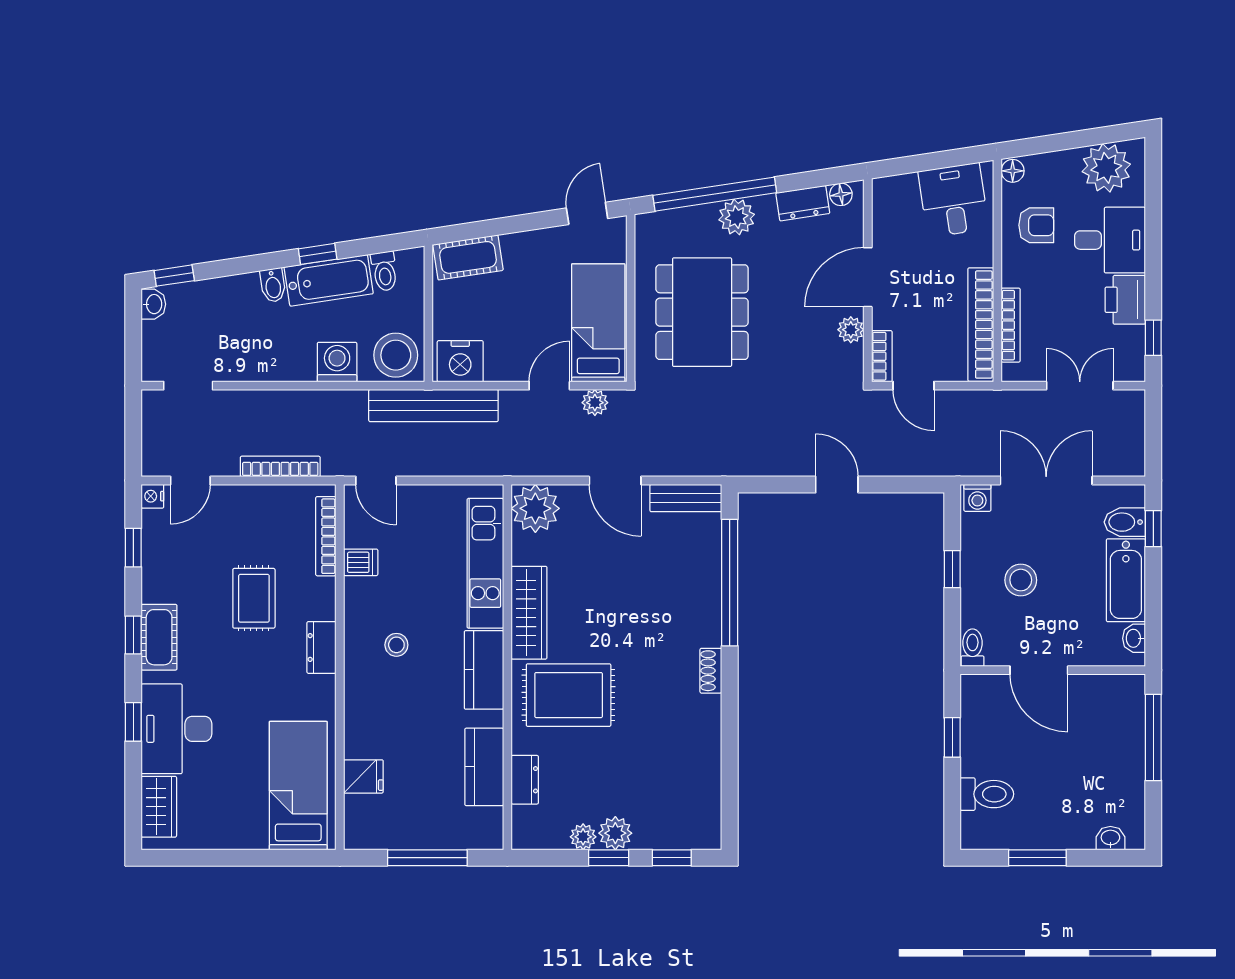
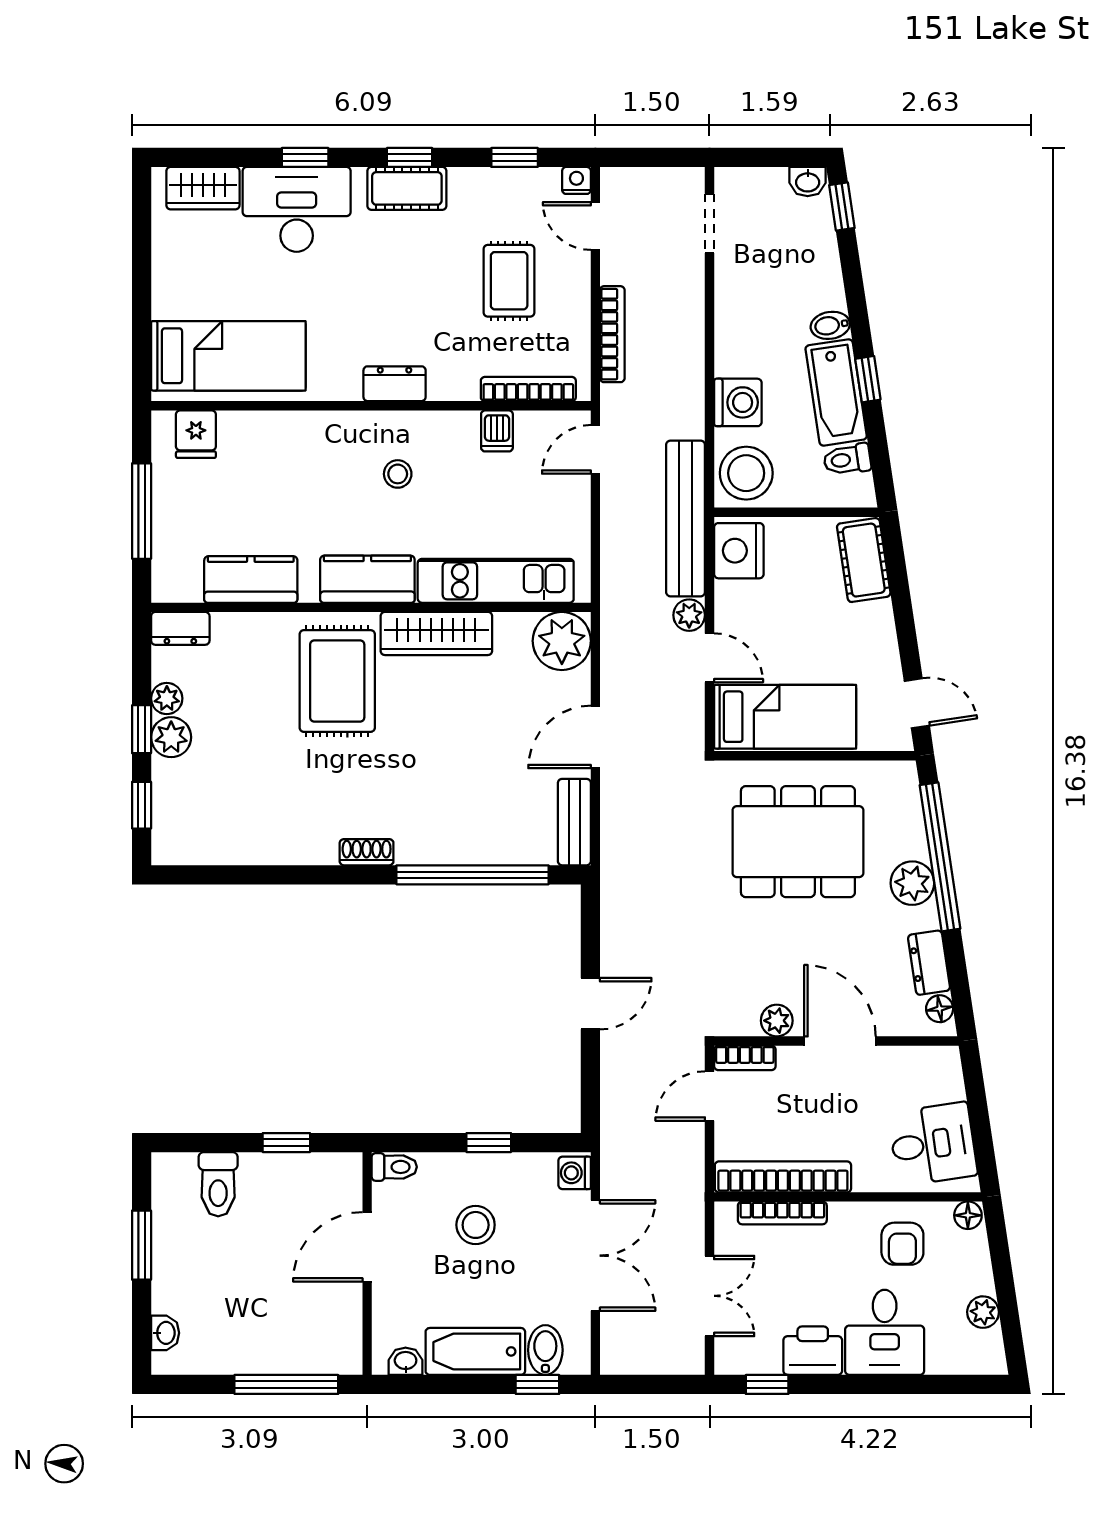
plant: (1106, 168) -> (983, 1312), width x0.53, depth x0.53
plant: (595, 403) -> (689, 615), moved
rug: (254, 598) -> (509, 281), moved, turned 90
fridge: (363, 776) -> (196, 434), moved
dresser: (525, 780) -> (180, 628), moved

